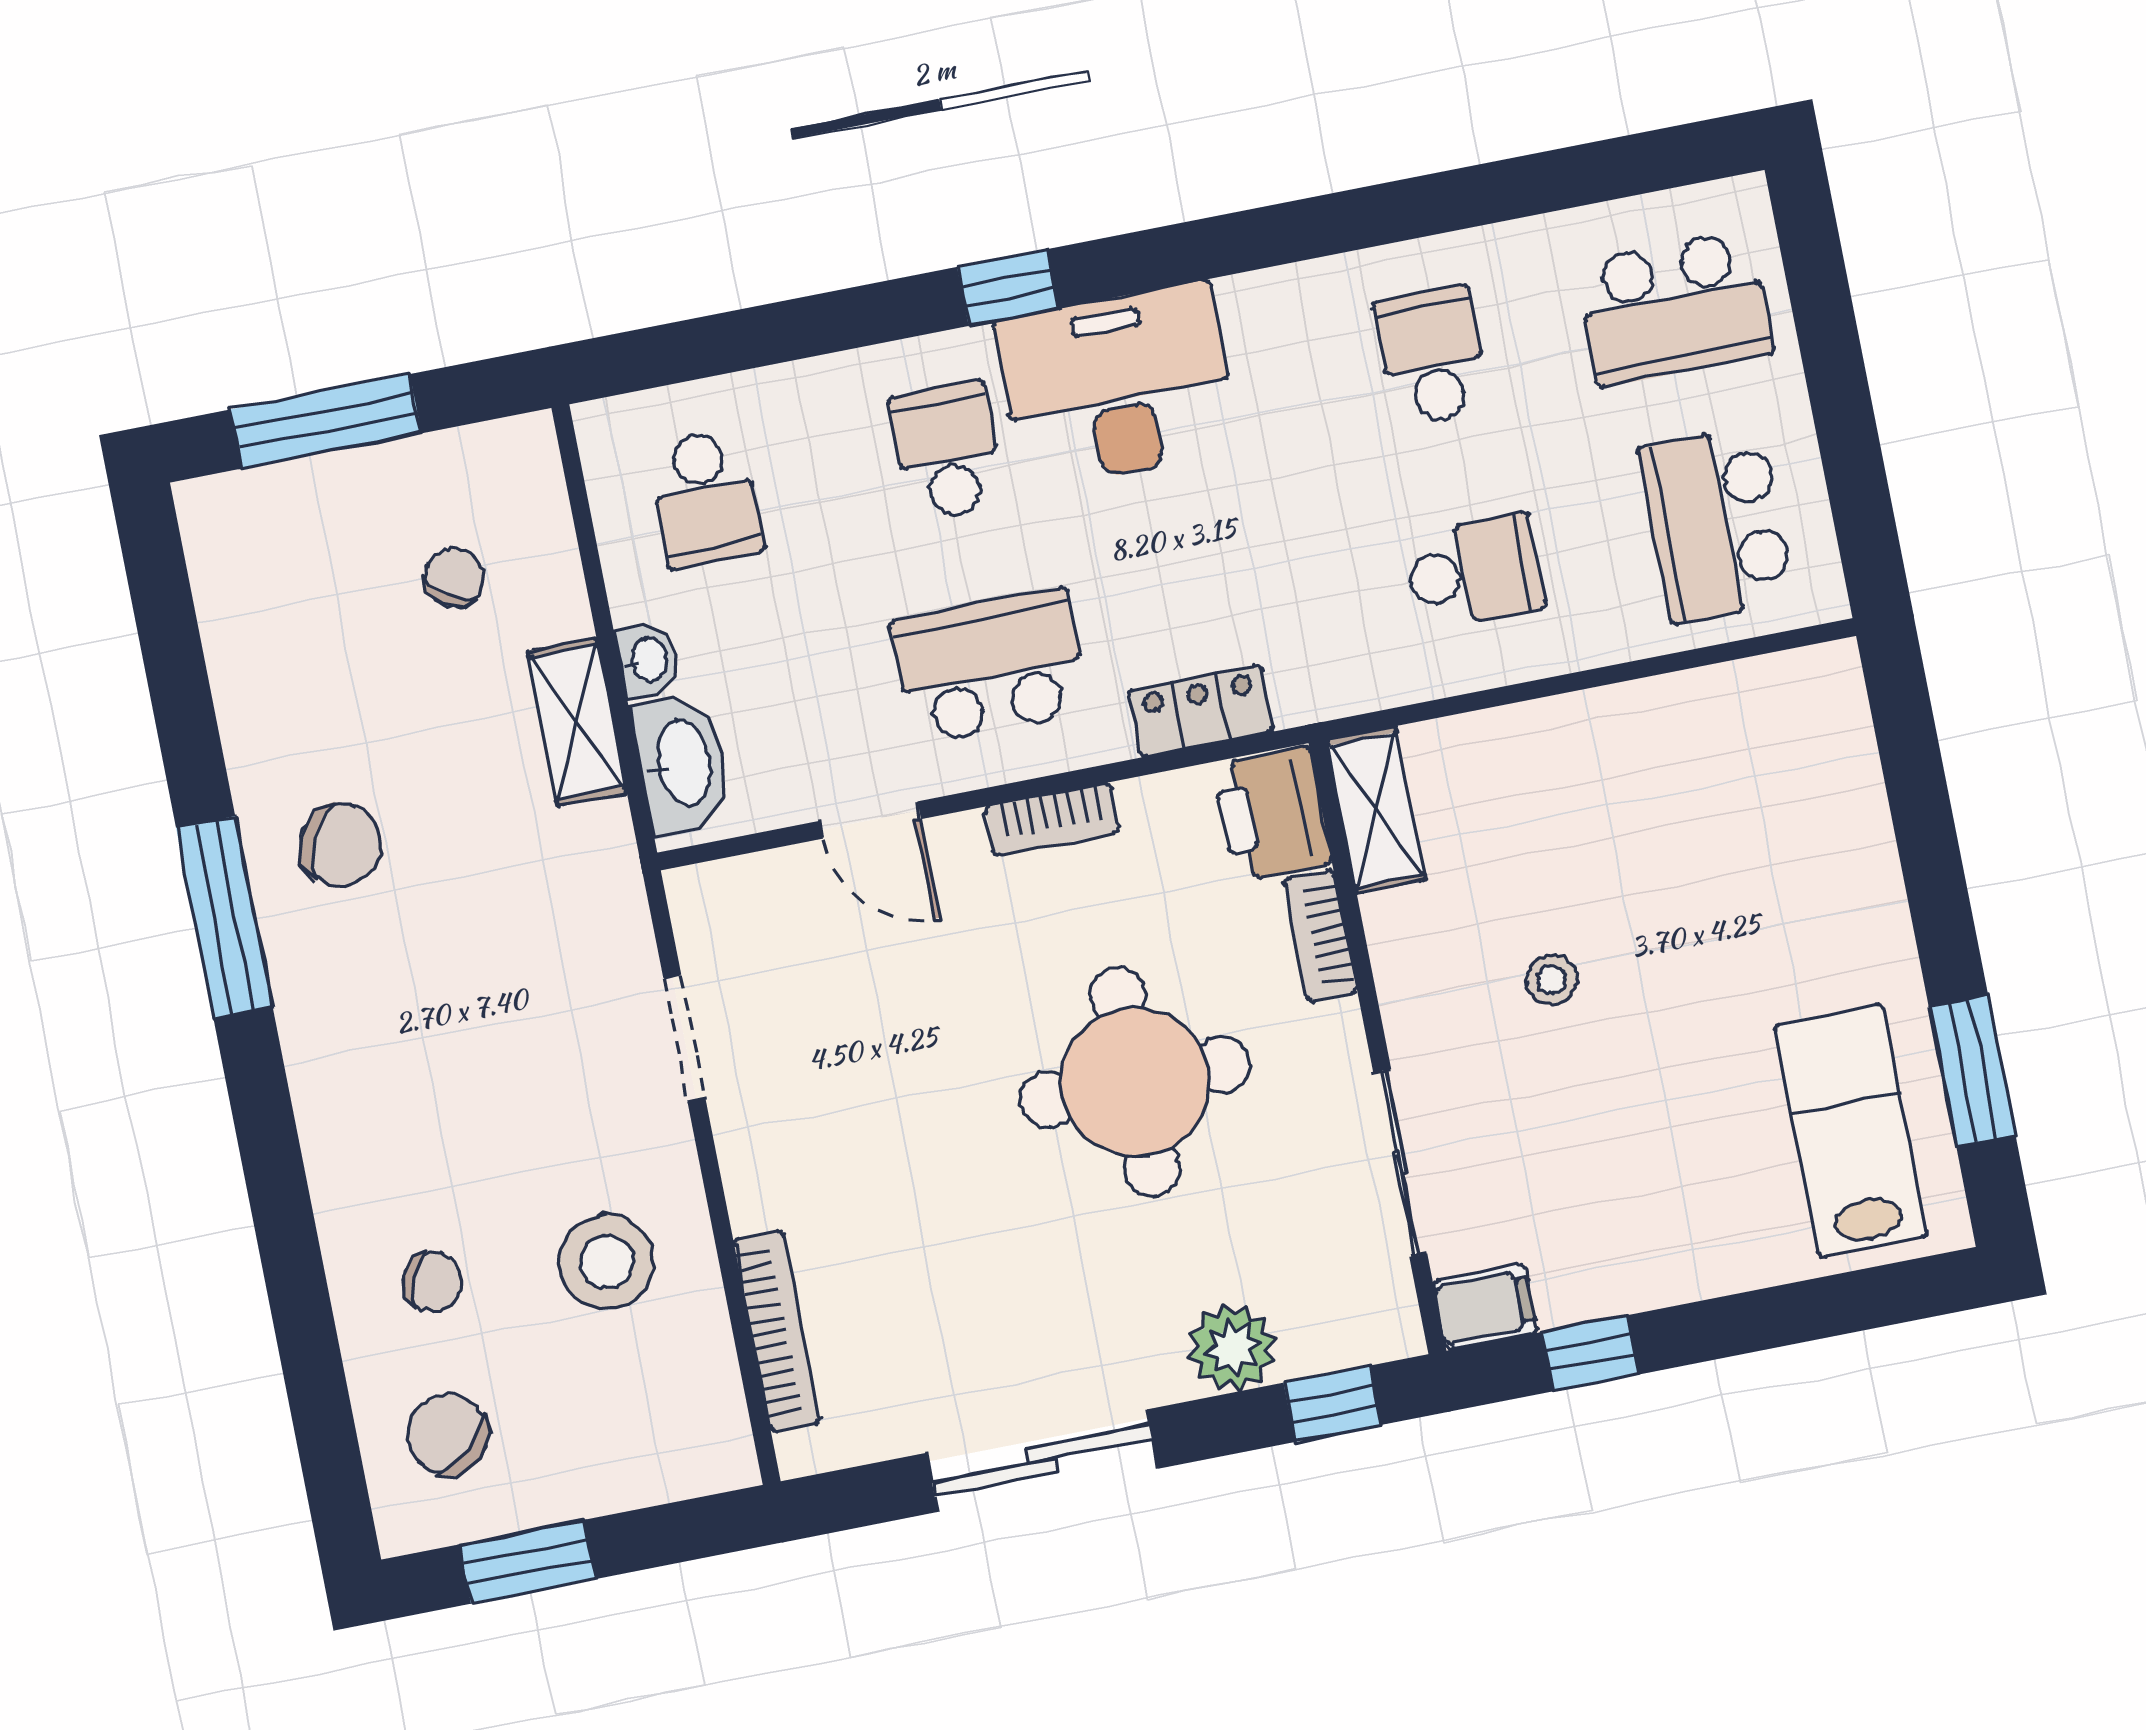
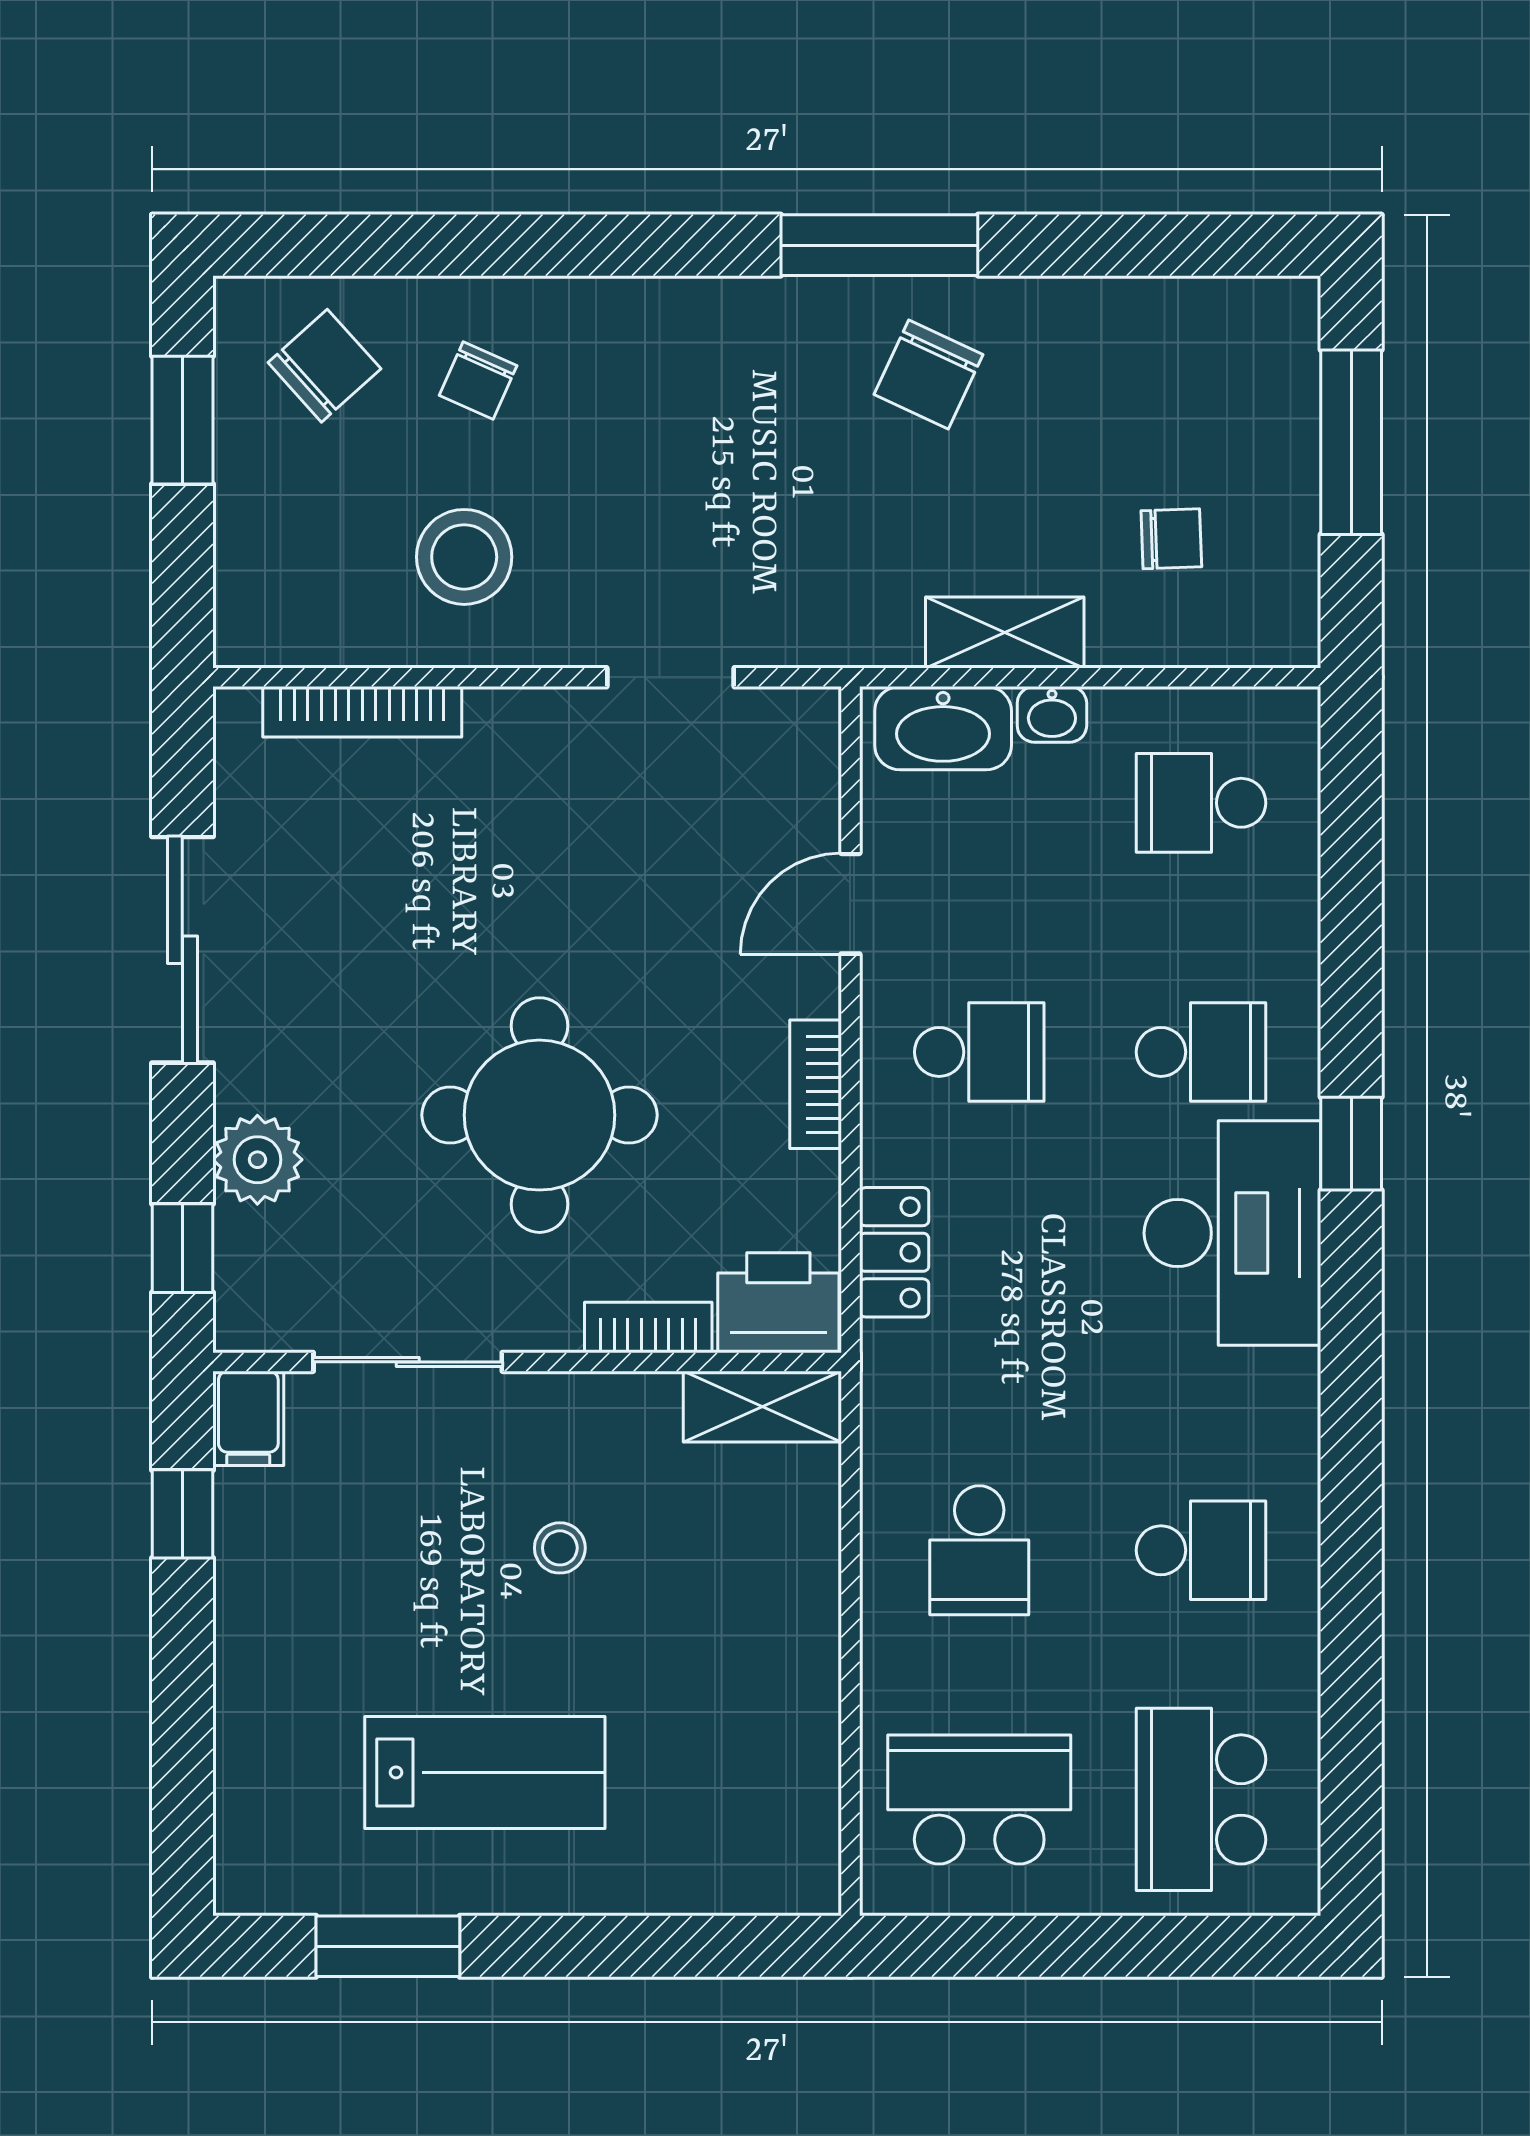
chair: (454, 578) -> (1171, 539), turned -35
school desk: (990, 667) -> (979, 1052), width x0.54
lab bench: (1851, 1131) -> (485, 1772), moved

